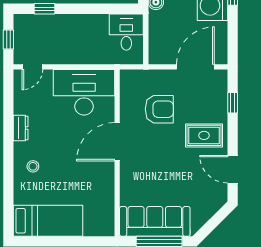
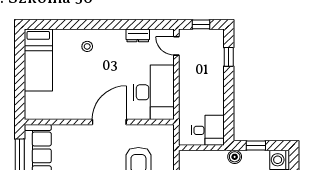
dresser: (21, 128) -> (138, 35), moved
door: (117, 142) -> (109, 122), hinge flipped

